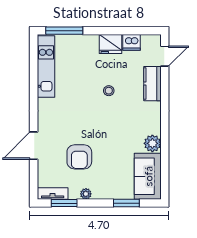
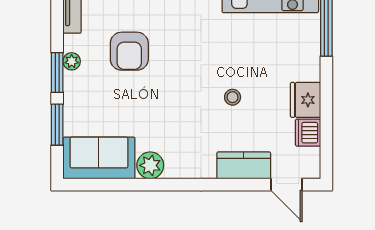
armchair: (79, 157) -> (129, 51), turned -90
window: (64, 203) -> (57, 73), moved

